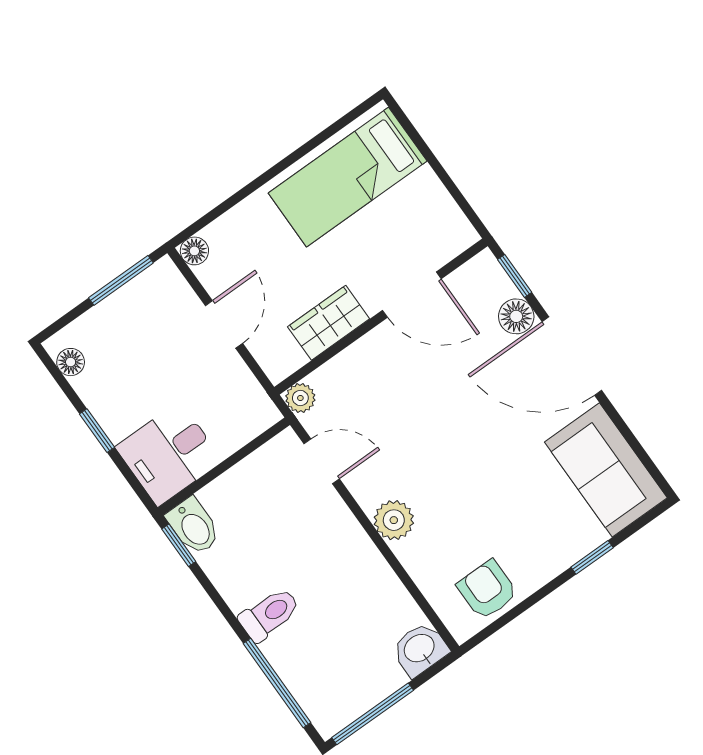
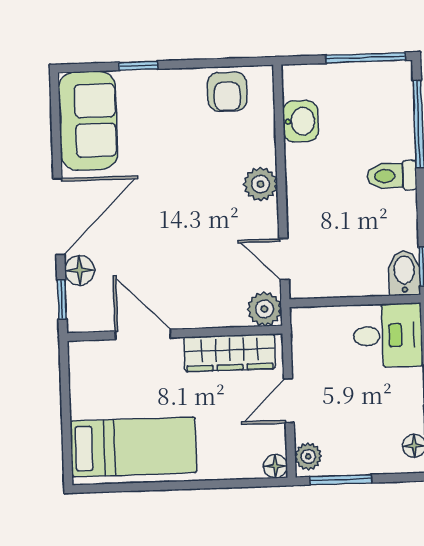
plant: (168, 282) -> (308, 456), added
wardrobe: (329, 323) -> (230, 353), width x1.50
door: (572, 356) -> (59, 217), hinge flipped
plant: (300, 398) -> (264, 309), width x1.38, depth x1.38
washbasin: (420, 649) -> (300, 121), moved, turned -90

